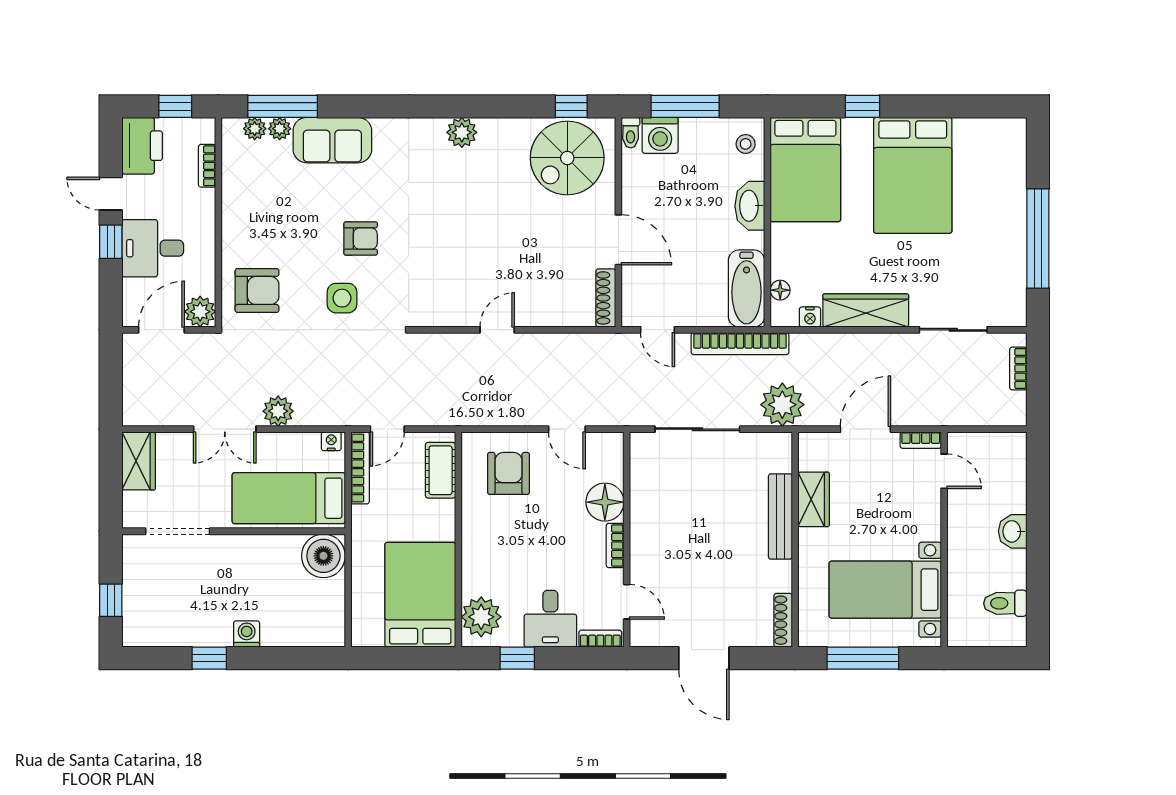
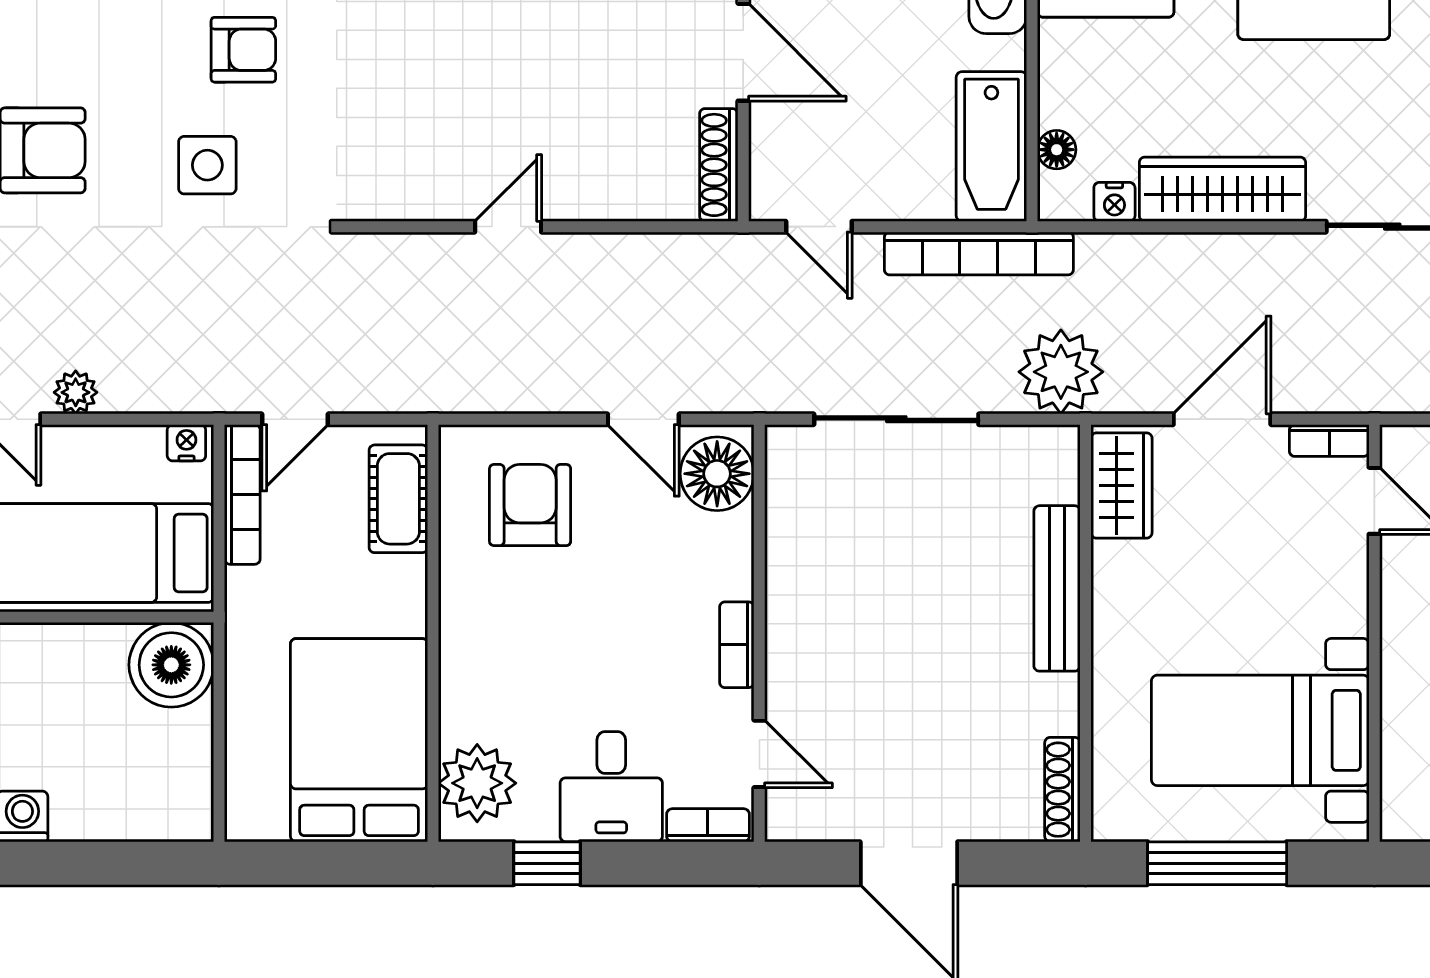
plant: (278, 411) -> (76, 392), width x0.73, depth x0.73
wardrobe: (814, 499) -> (1121, 486), moved
floor lamp: (605, 502) -> (717, 474), moved

